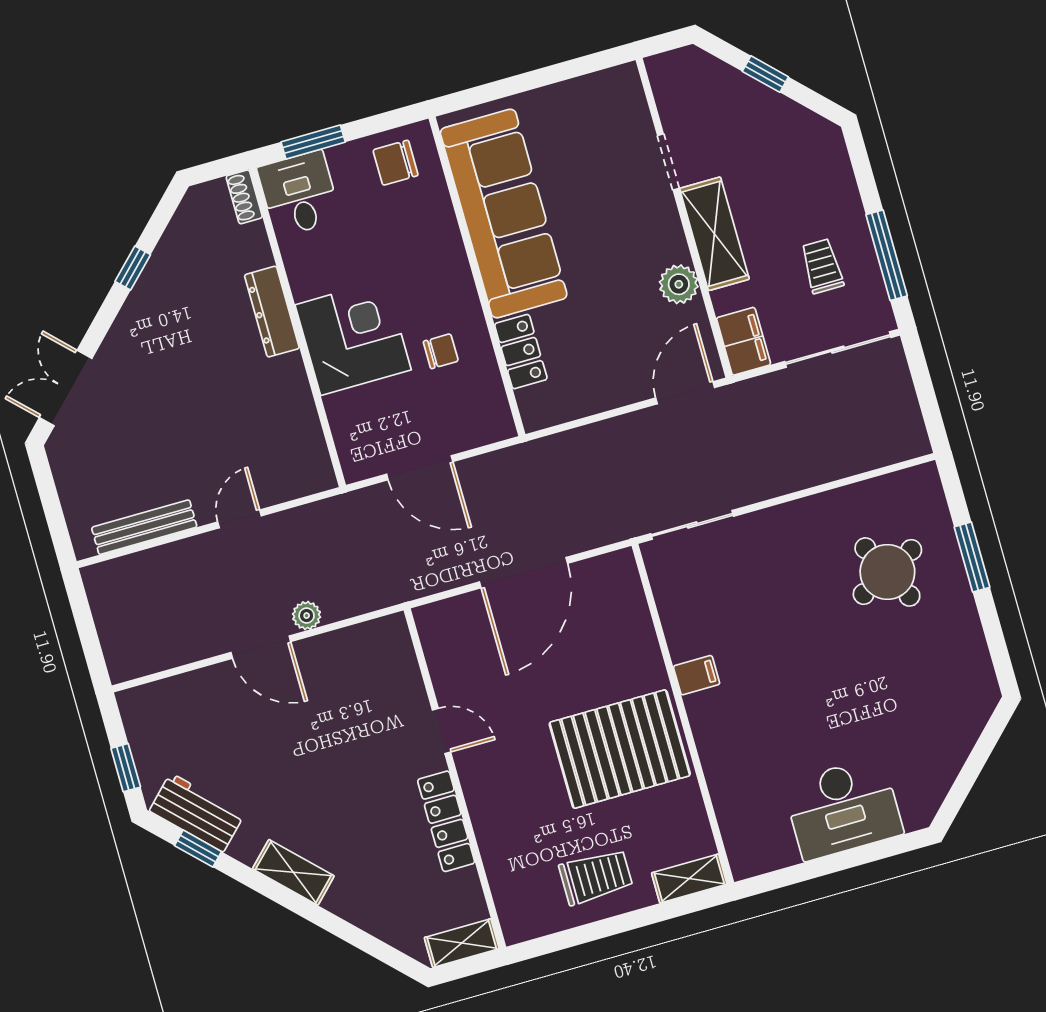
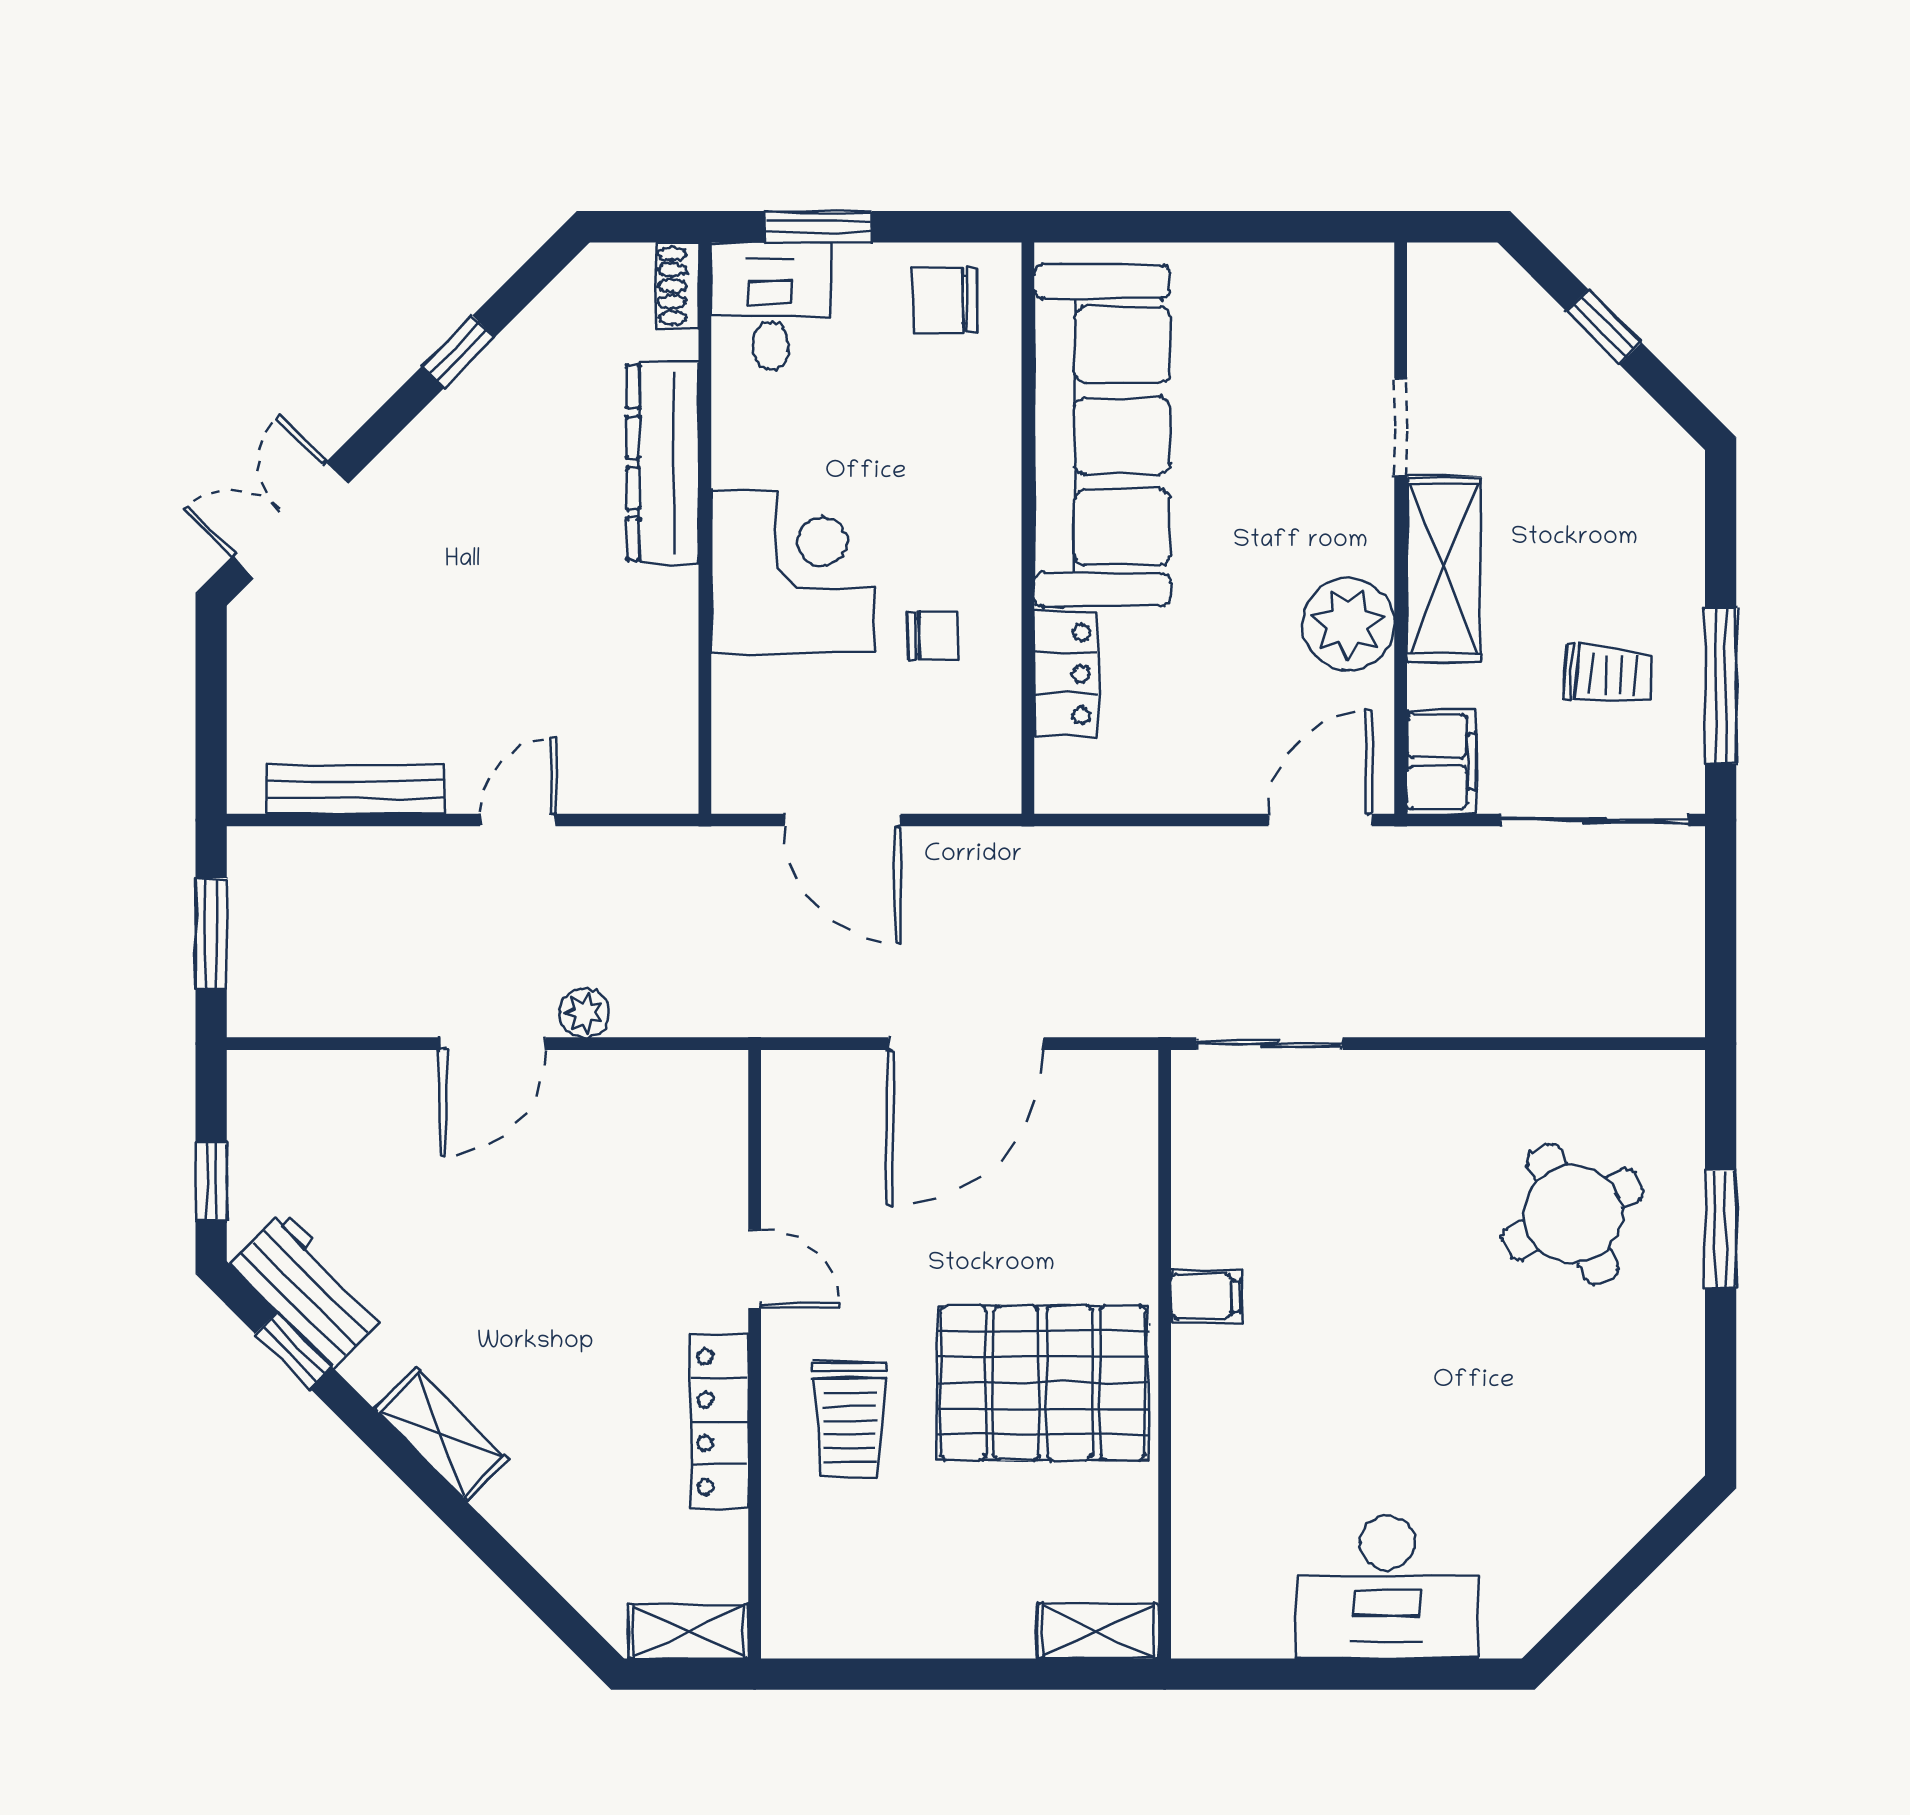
trolley: (822, 266) -> (1608, 674), turned 94
plant: (679, 284) -> (1348, 624), width x1.36, depth x1.36
dresser: (272, 312) -> (663, 463), width x1.37, depth x1.24
window: (87, 630) -> (211, 934), added
door: (261, 647) -> (493, 1044), hinge flipped
trolley: (596, 877) -> (849, 1419), moved, turned 90

